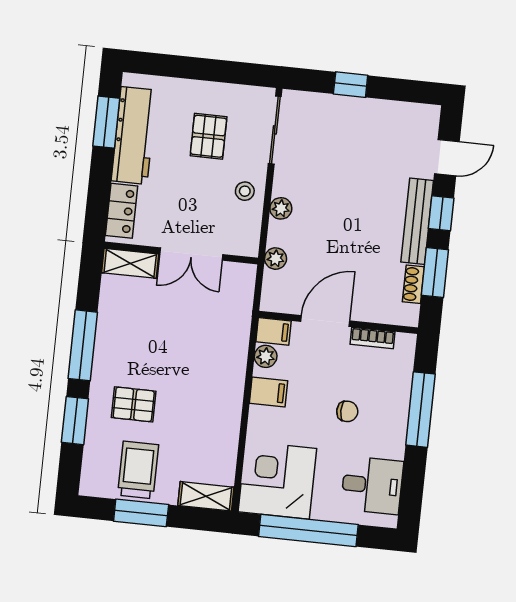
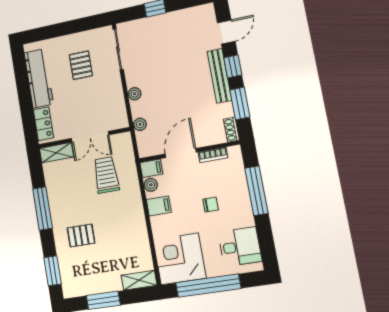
window: (106, 122) -> (21, 76), removed
stool: (245, 191) -> (111, 90), removed
shoe rack: (413, 284) -> (231, 130), moved
window: (75, 421) -> (52, 271), moved
trolley: (138, 470) -> (106, 175), moved

